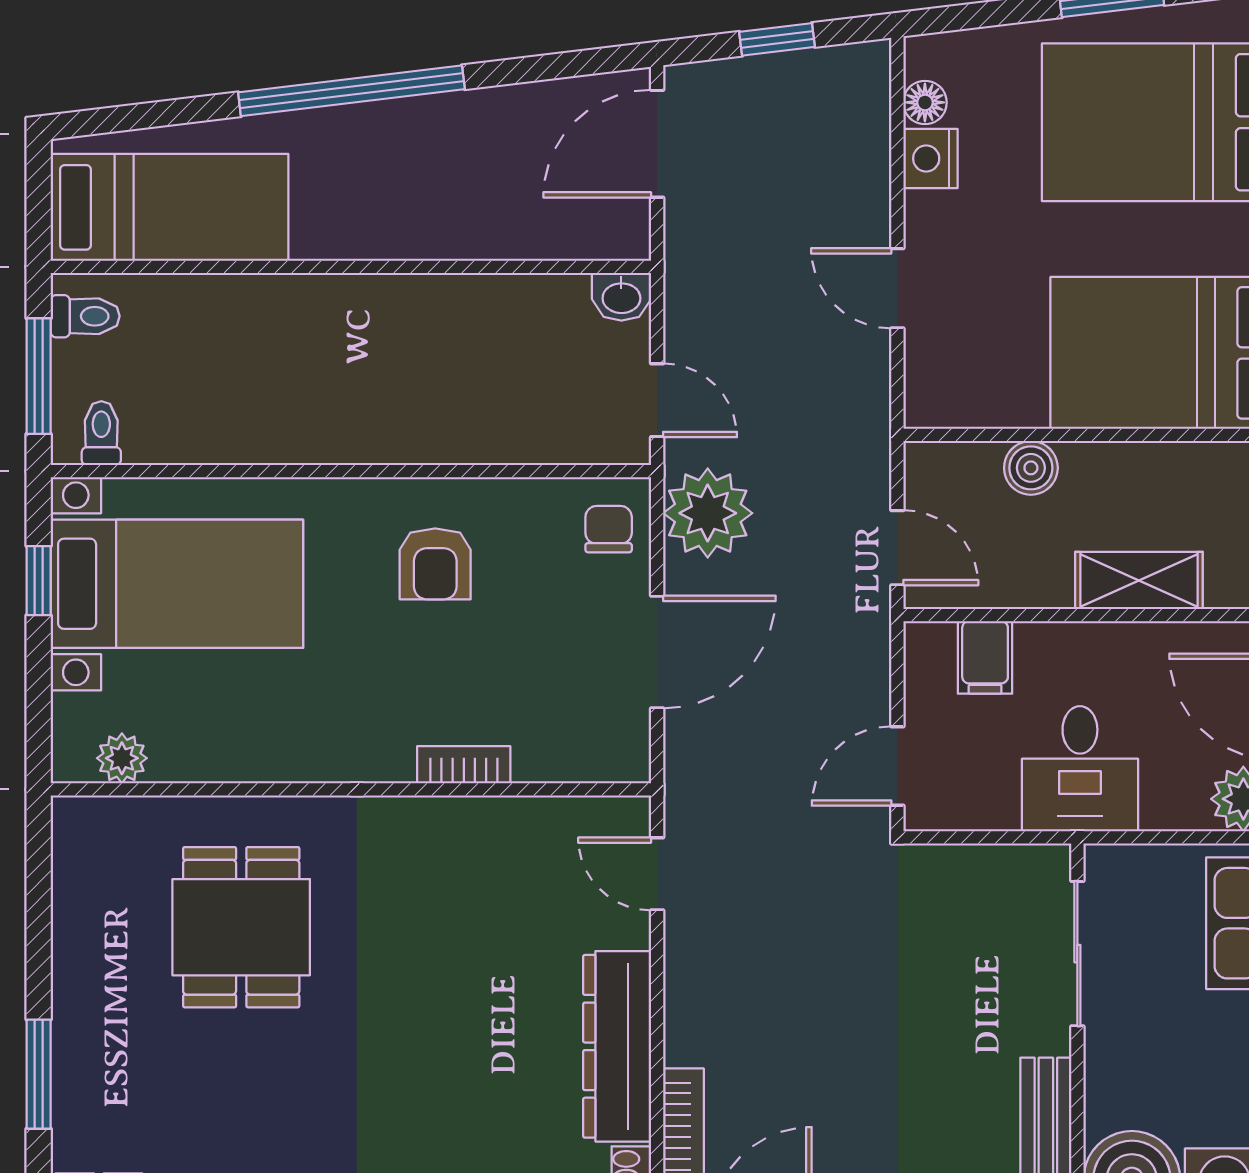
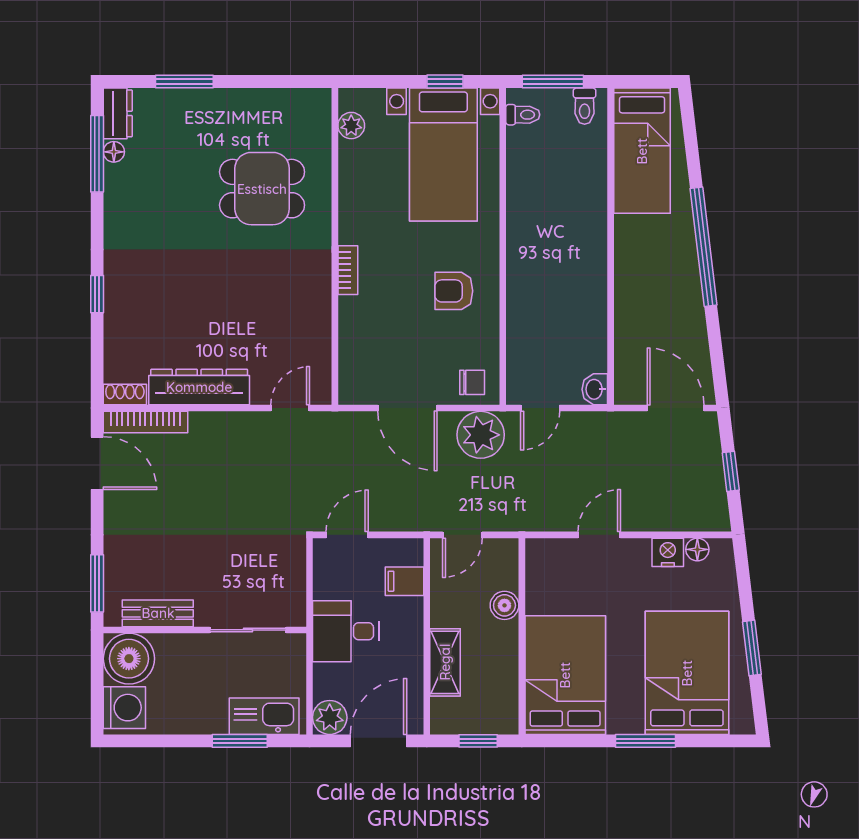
bookcase: (464, 765) -> (348, 270), moved
door: (897, 766) -> (347, 535), hinge flipped

